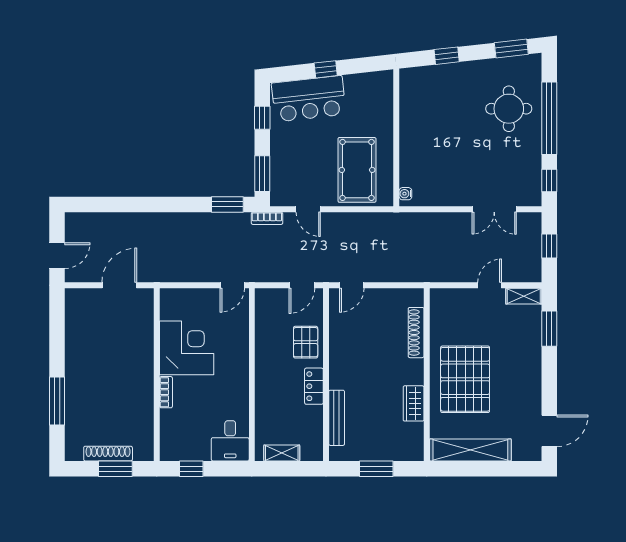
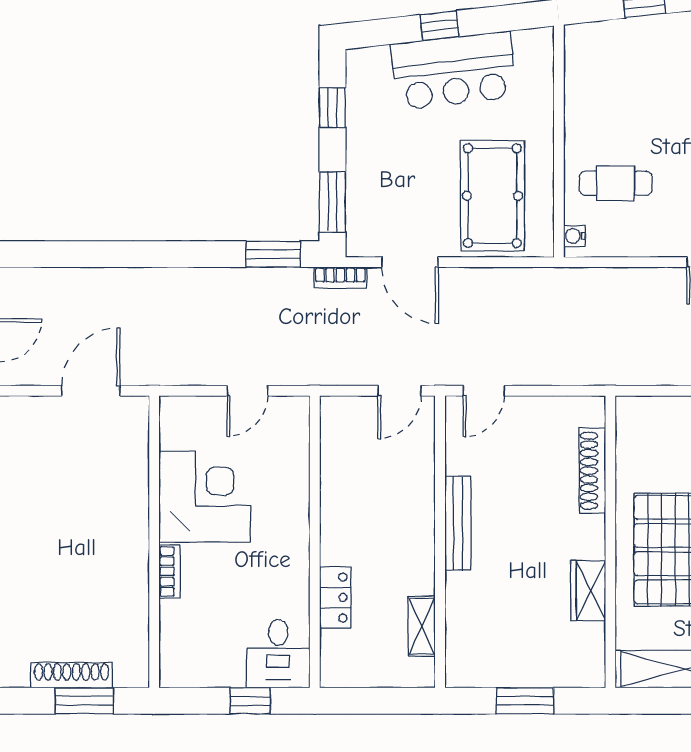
bar counter: (309, 99) -> (454, 71), moved
cafe table: (430, 163) -> (616, 183), added
door: (308, 209) -> (410, 262), width x1.38
door: (232, 285) -> (247, 391), moved
pallet: (306, 342) -> (406, 487), removed
locker: (314, 386) -> (335, 598), moved, turned 180
bench: (337, 418) -> (458, 524), moved
shelving: (282, 453) -> (422, 626), moved, turned 90
window: (191, 469) -> (250, 701), moved

